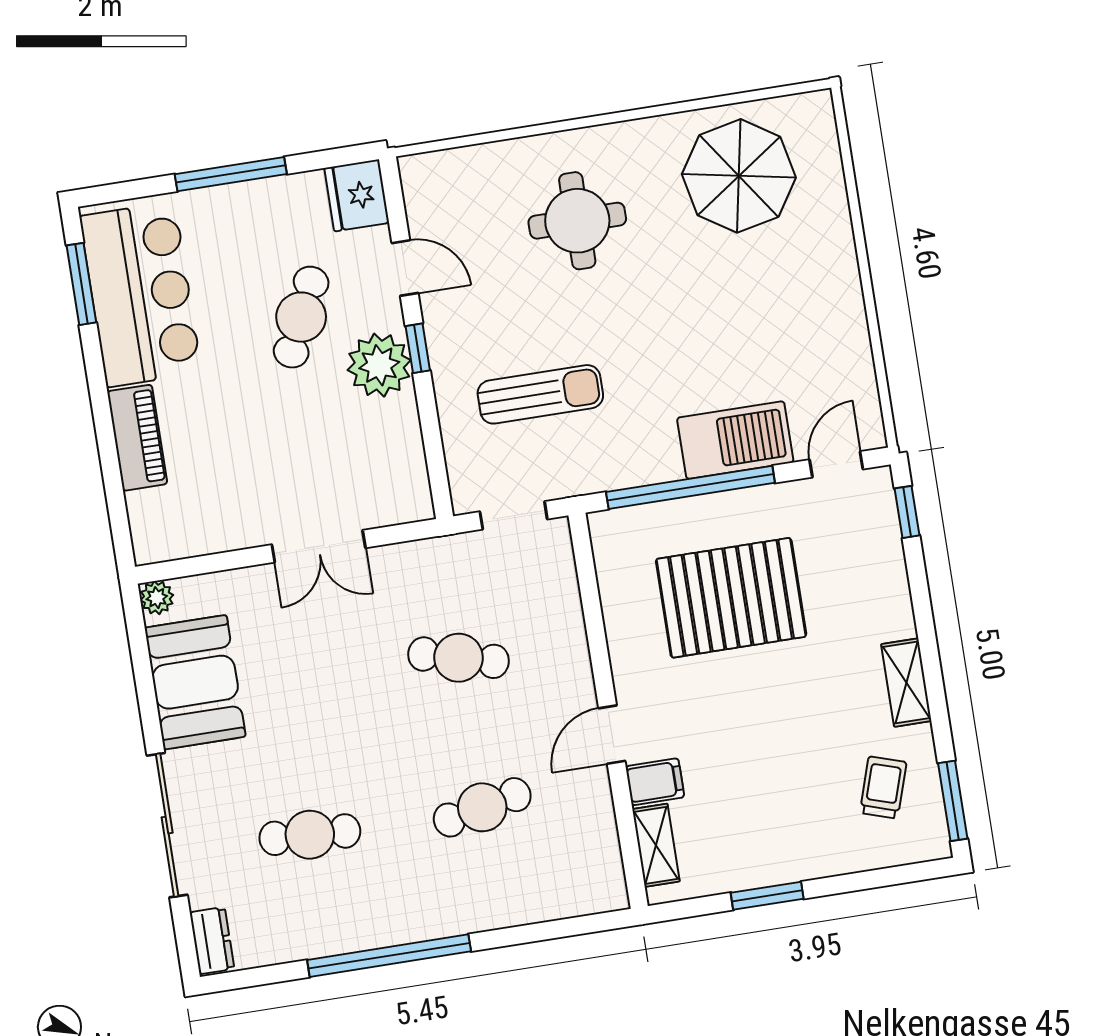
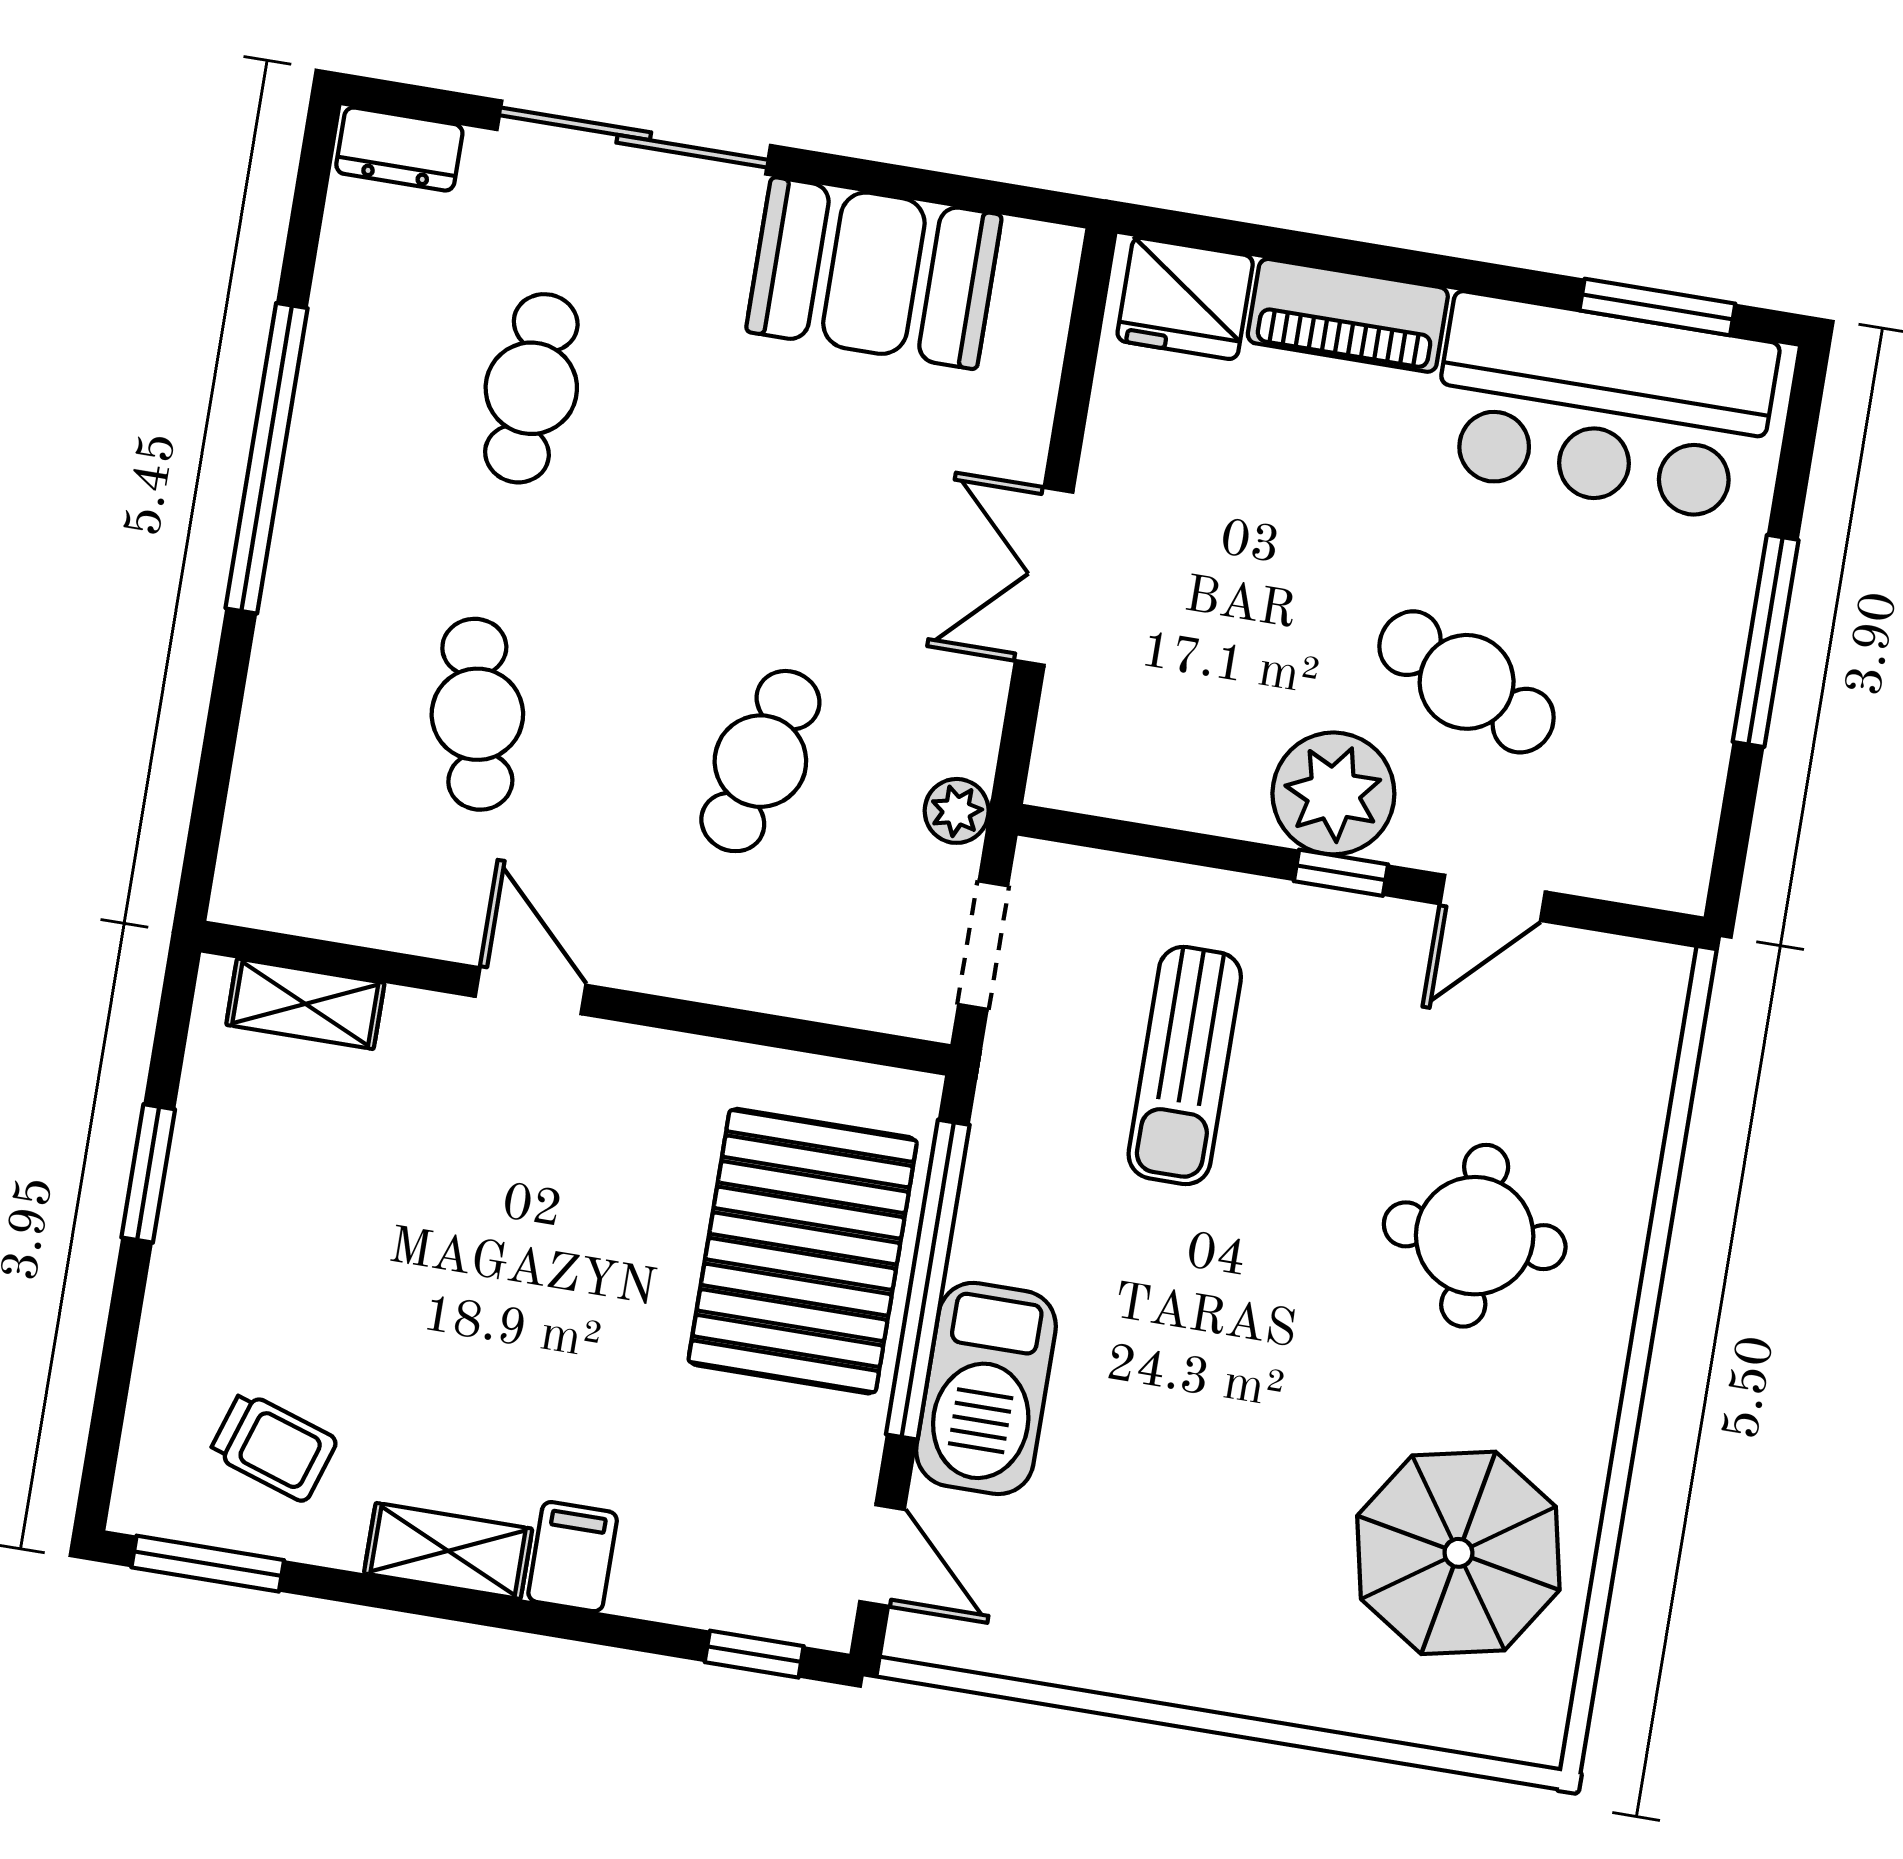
fridge: (357, 195) -> (1185, 298), moved, turned 180
plant: (157, 598) -> (957, 811), moved
pallet: (731, 598) -> (803, 1251), moved
filing cabinet: (655, 782) -> (573, 1557), moved, turned 180

